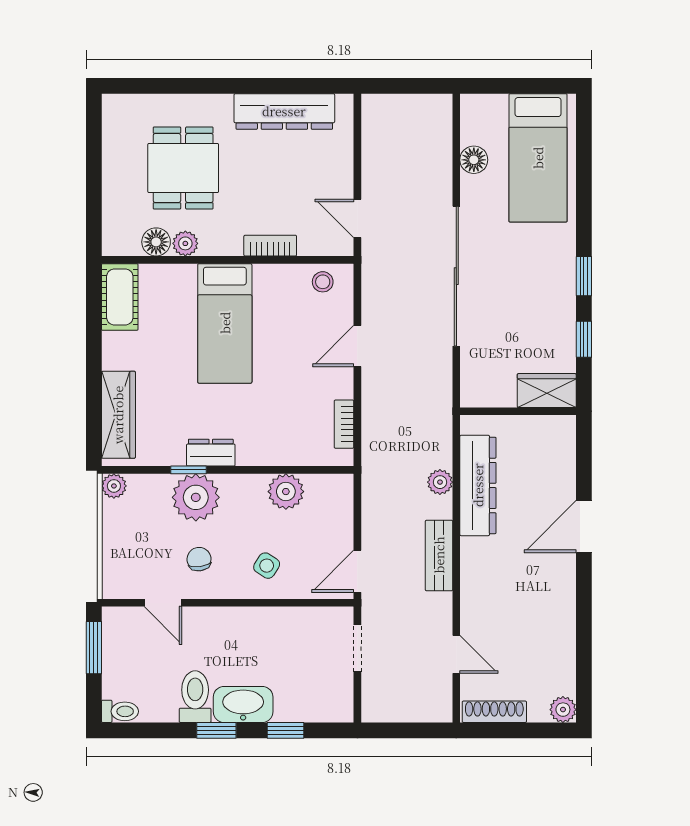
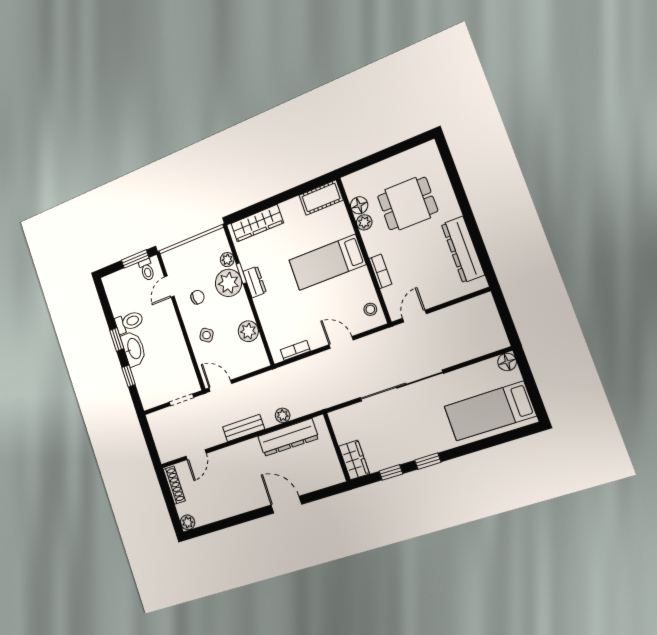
floor lamp: (474, 160) -> (507, 362), moved
plant: (114, 486) -> (227, 260), moved
toilet: (120, 711) -> (147, 270), moved

